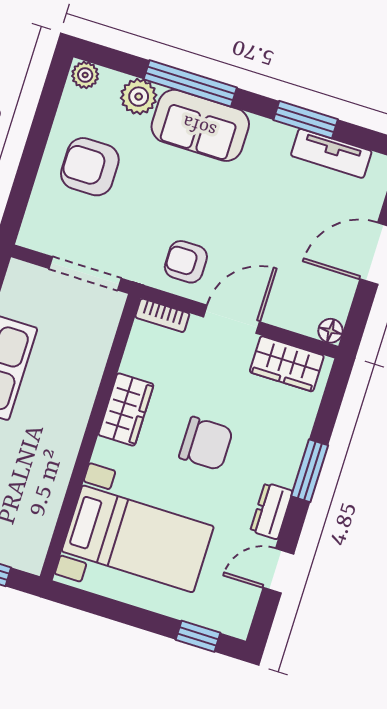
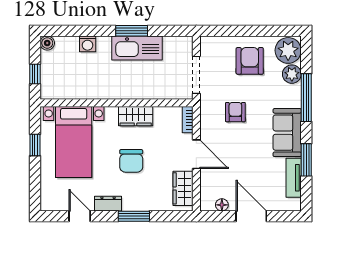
plant: (85, 75) -> (288, 50), width x1.87, depth x1.87
sofa: (200, 125) -> (287, 133), moved
armchair: (186, 262) -> (235, 112), moved
floor lamp: (331, 331) -> (222, 205), moved
window: (198, 636) -> (35, 145), moved

